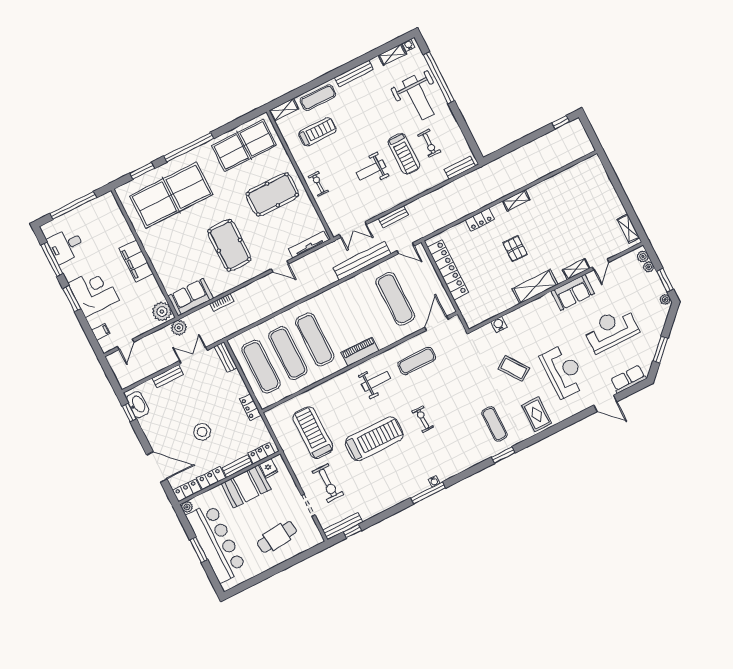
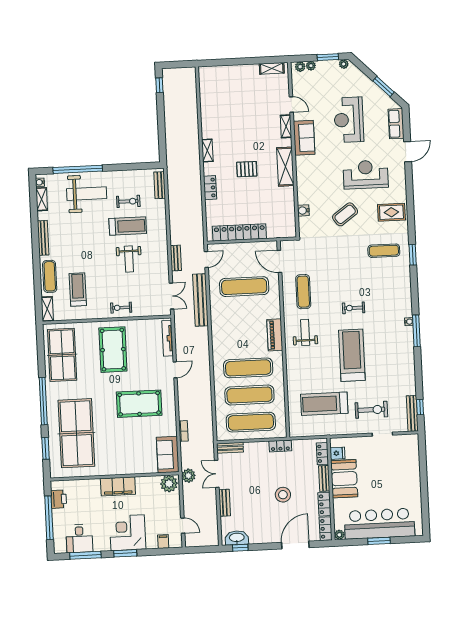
printer: (97, 207) -> (59, 499), added
cafe table: (277, 537) -> (397, 472), removed

